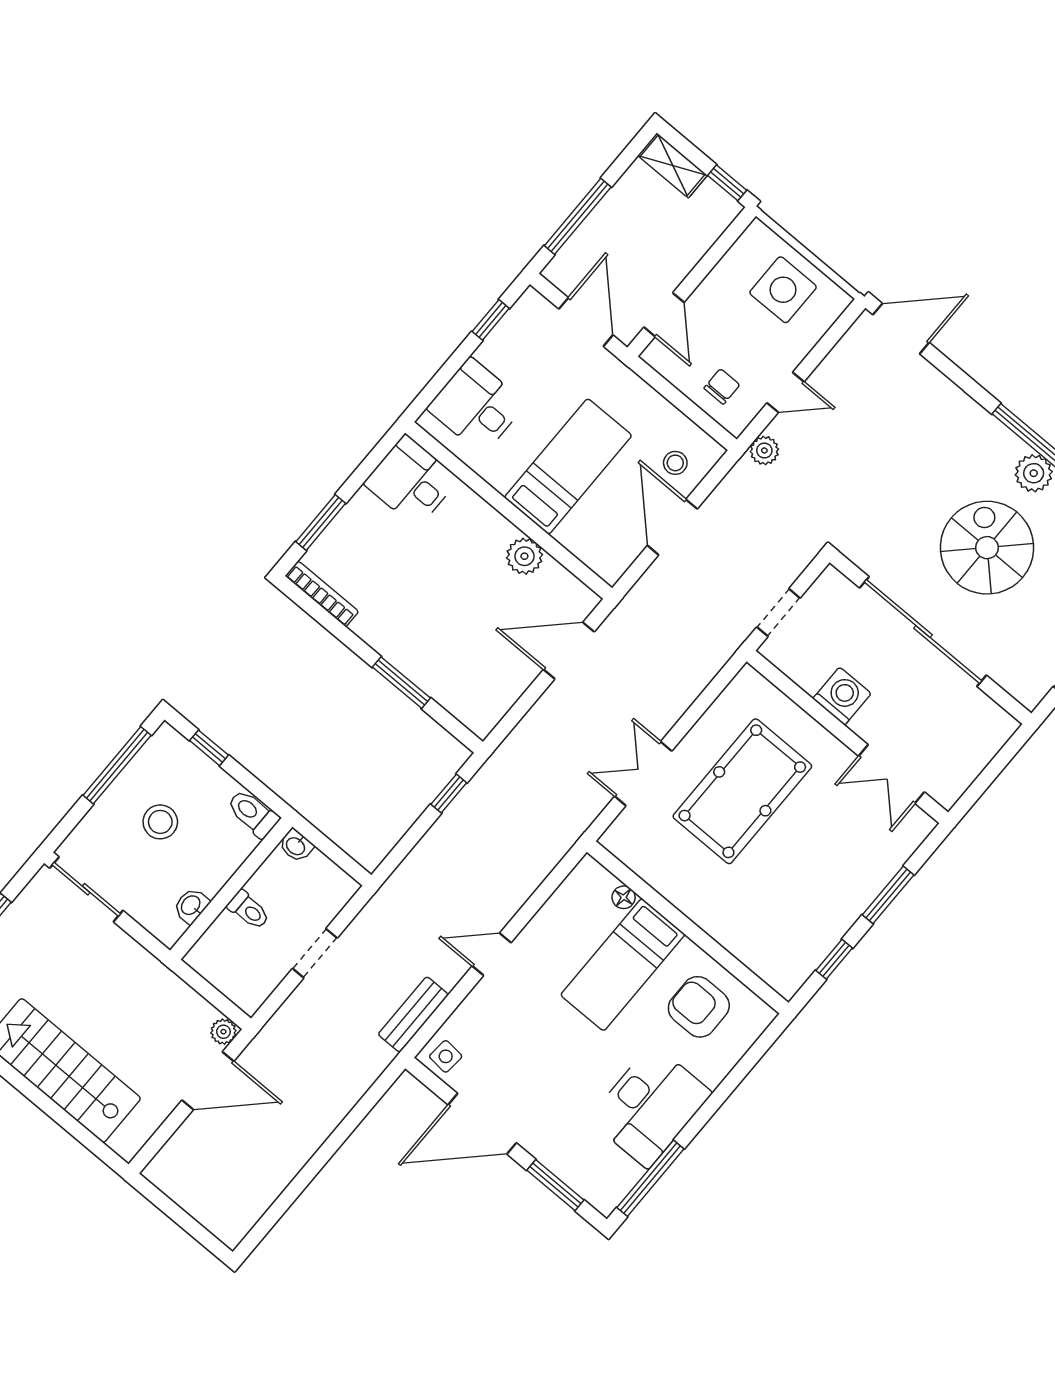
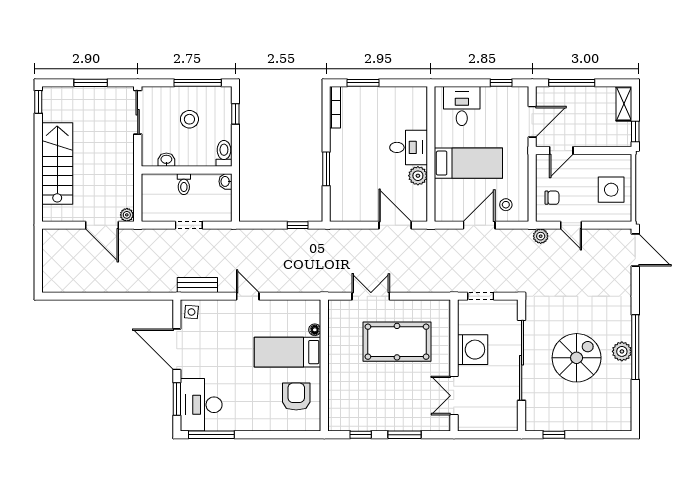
desk: (411, 481) -> (409, 147), moved, turned 90
washing machine: (842, 696) -> (473, 350), width x1.37, depth x1.37
desk: (650, 1106) -> (201, 405), moved, turned 90

